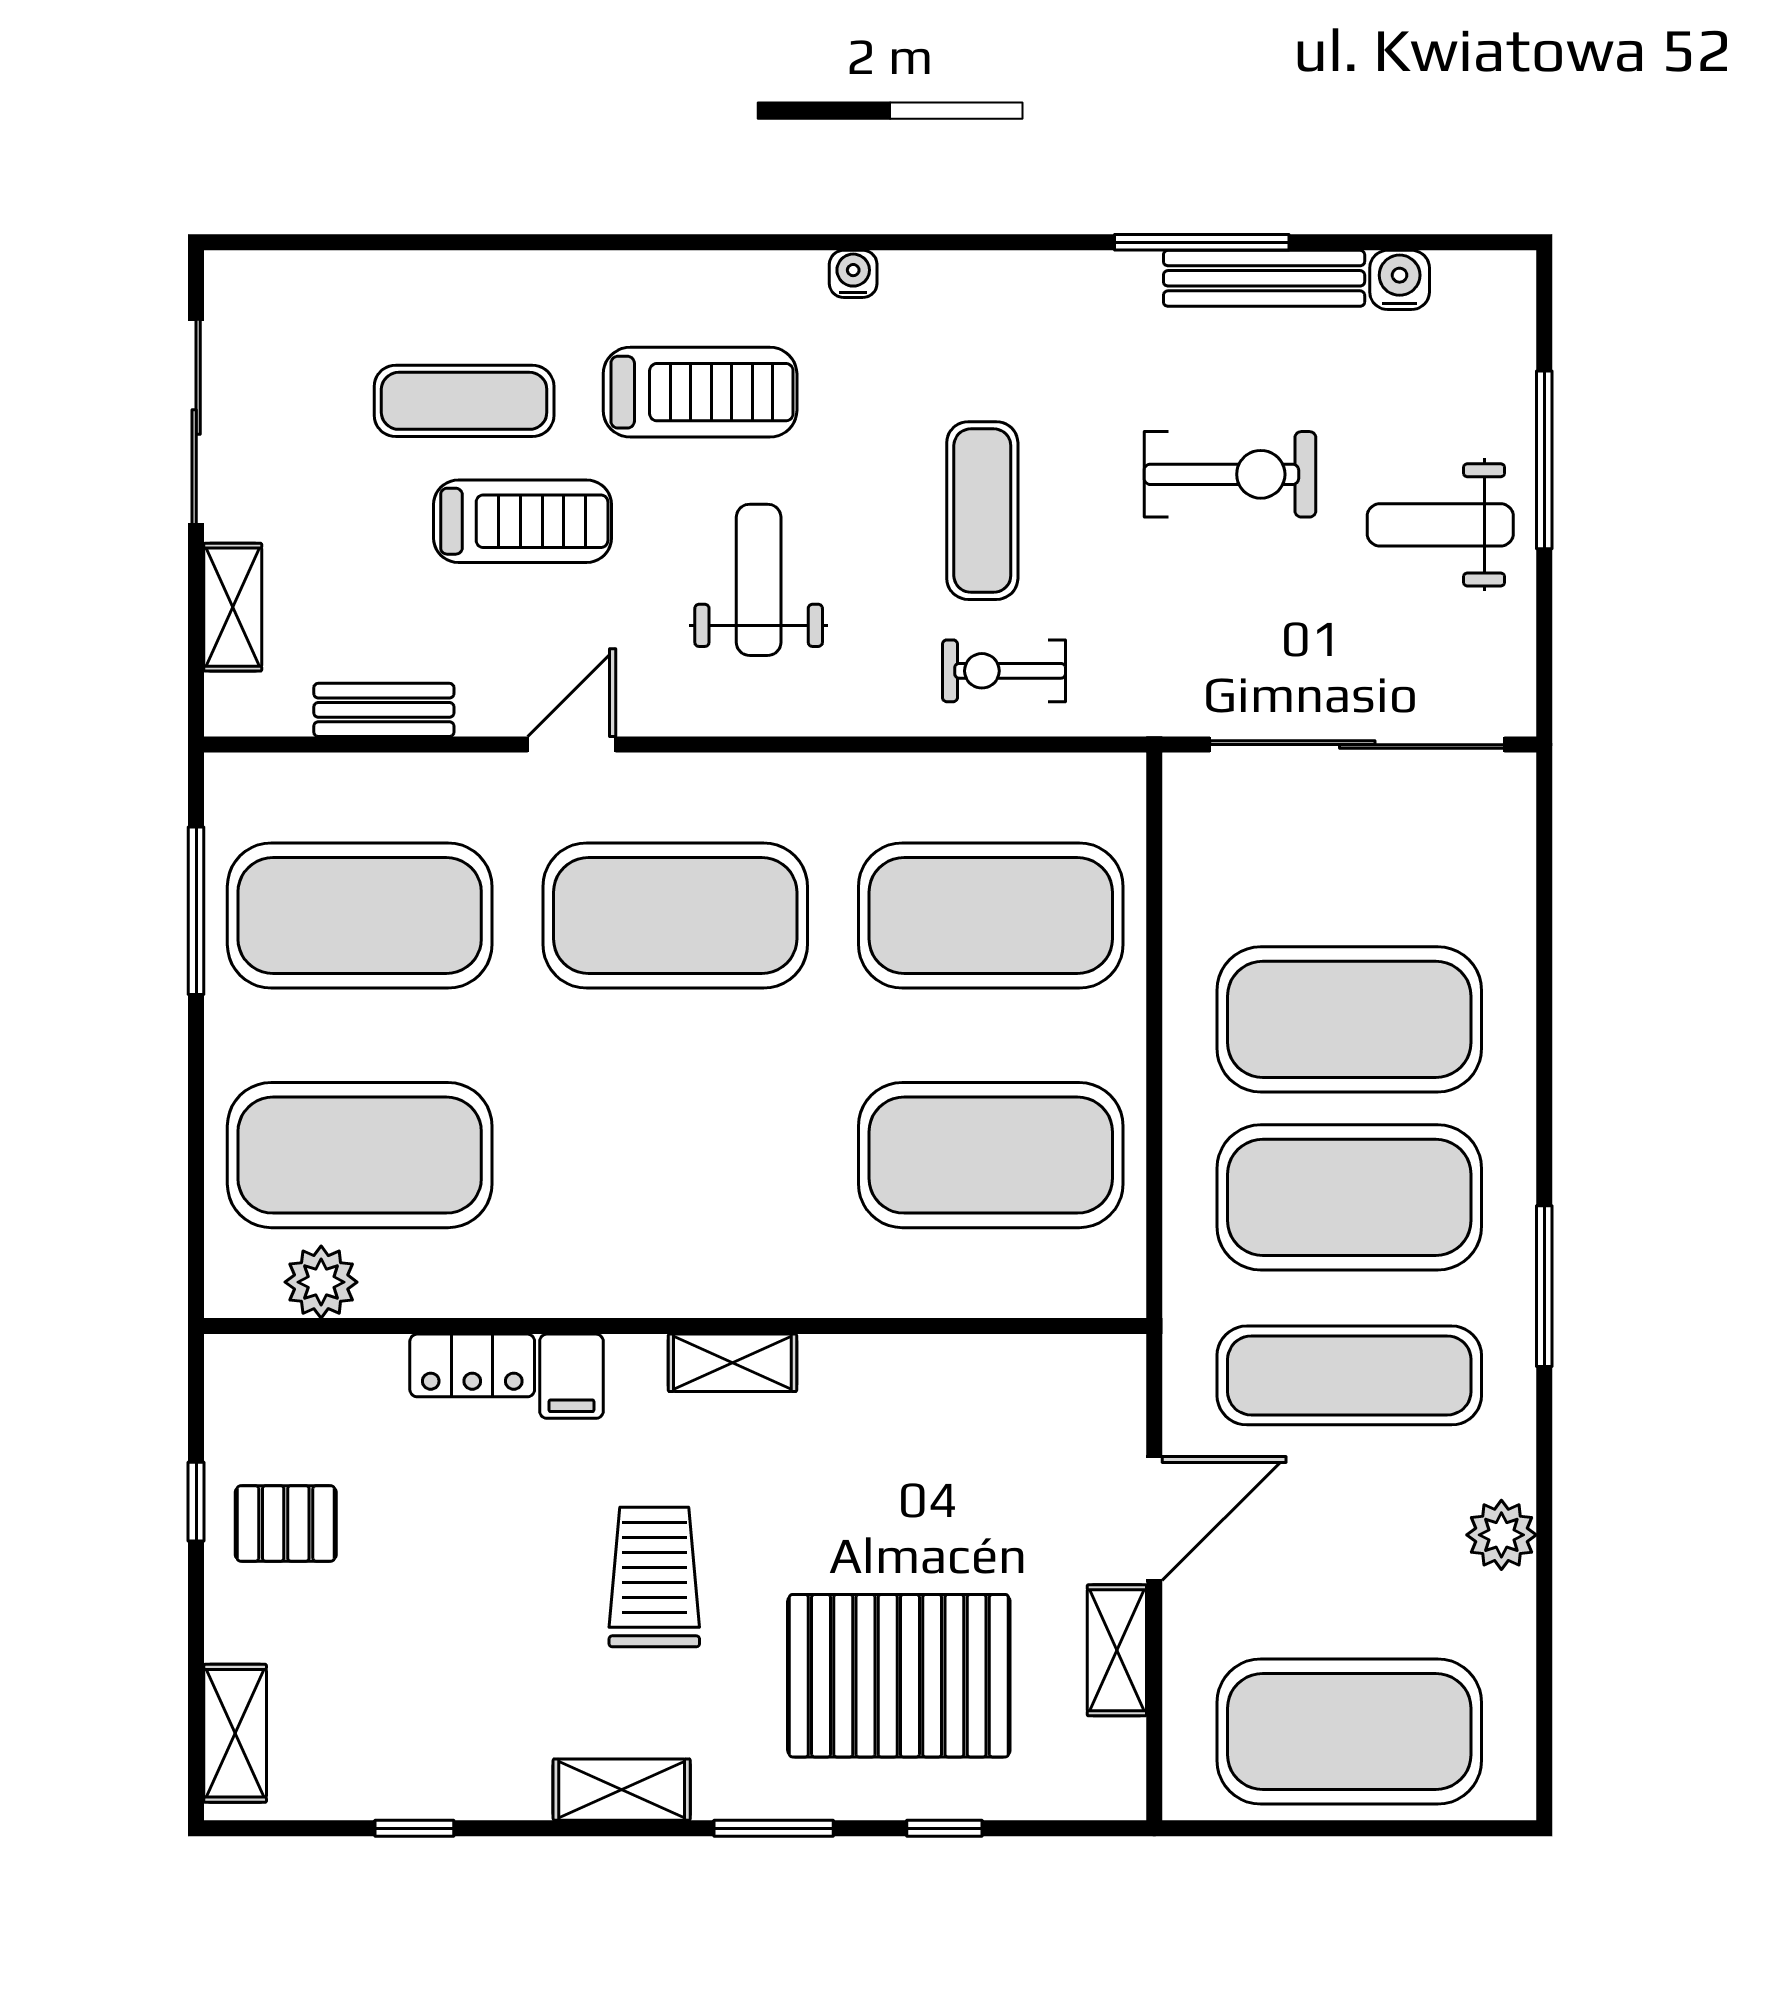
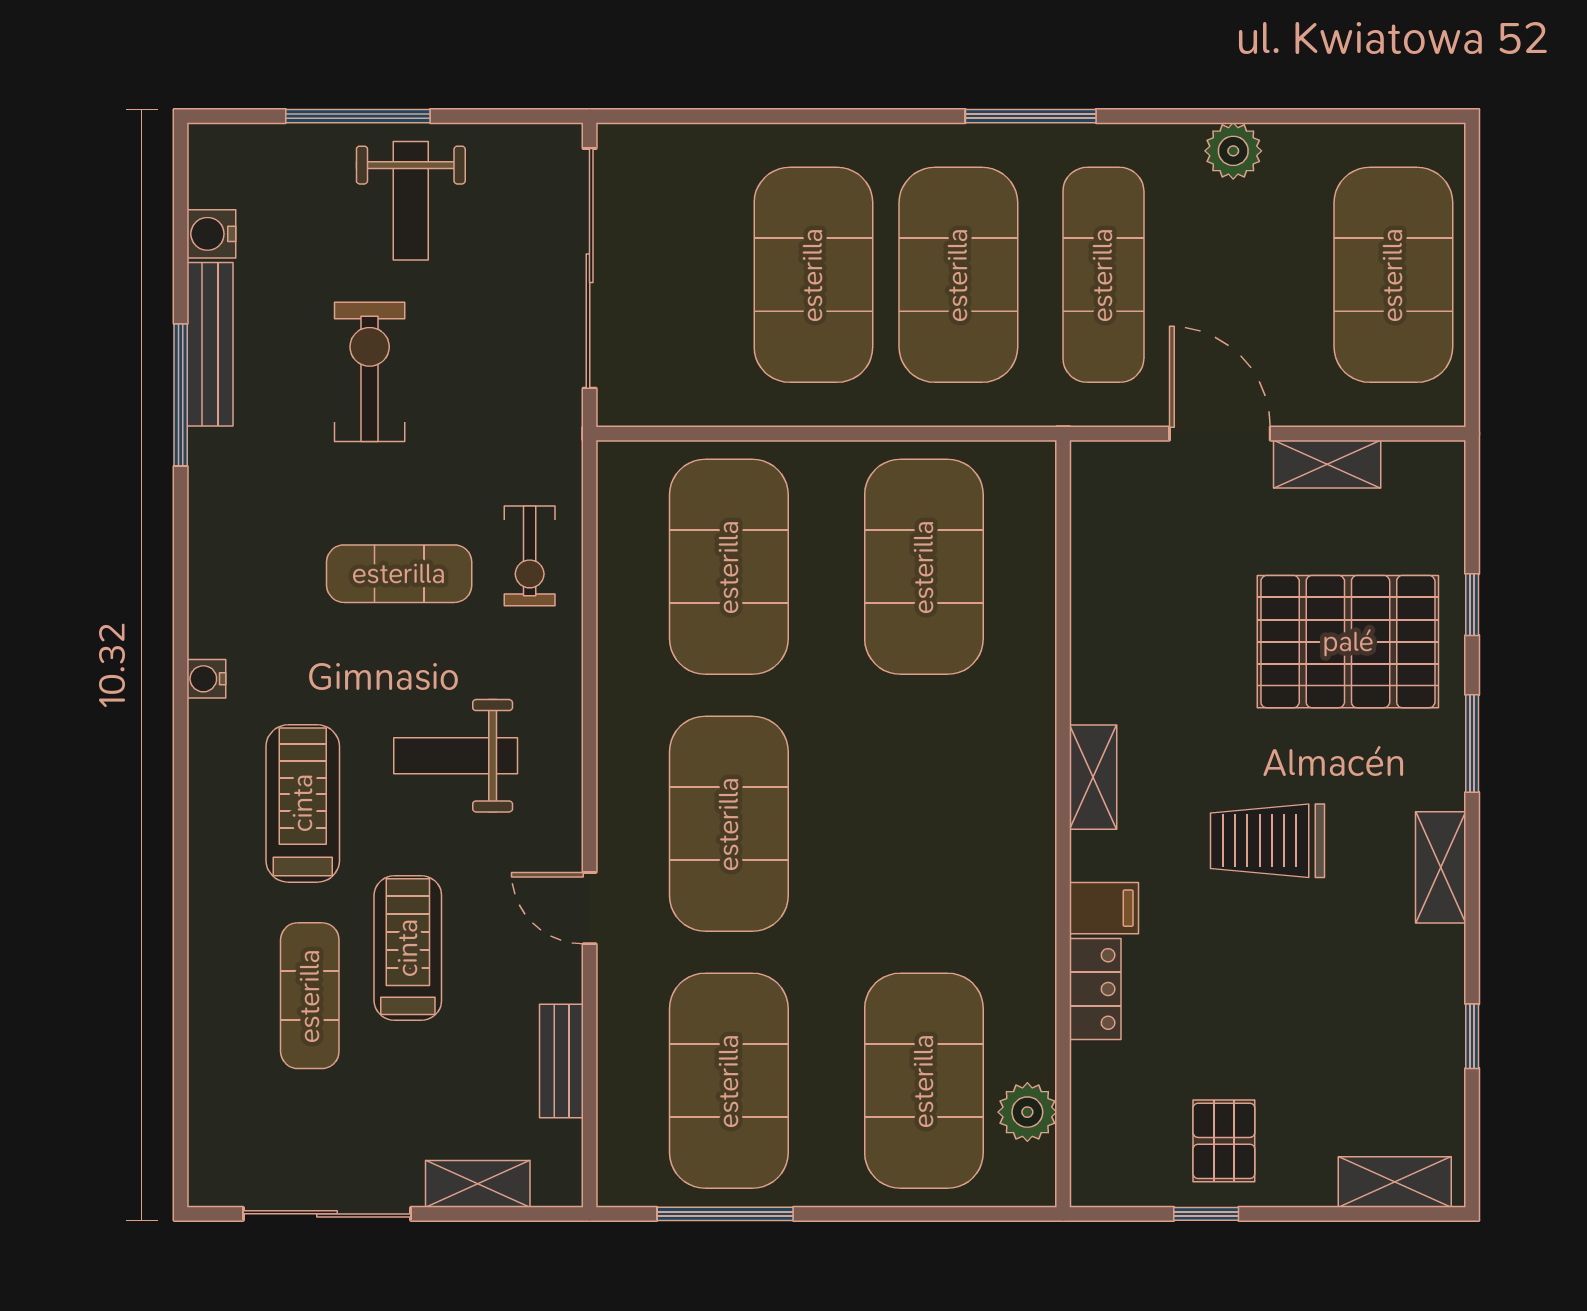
pallet: (899, 1676) -> (1348, 642), turned 90

